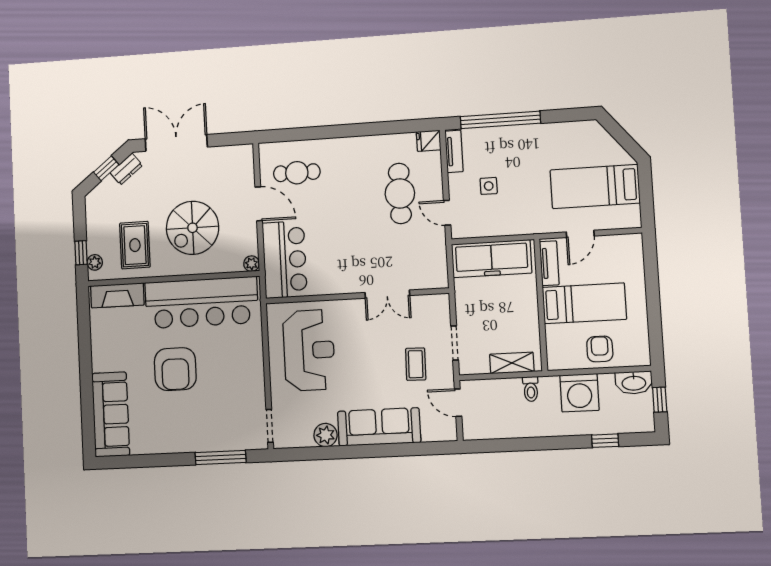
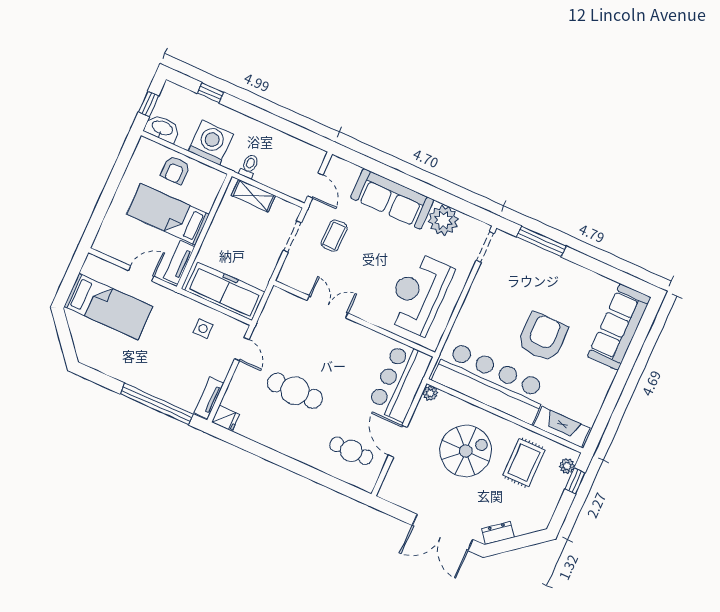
window: (106, 168) -> (515, 543), removed
side table: (489, 186) -> (203, 329), moved
cafe table: (400, 193) -> (295, 391), moved, turned 90
plant: (326, 435) -> (443, 220), width x1.36, depth x1.36

